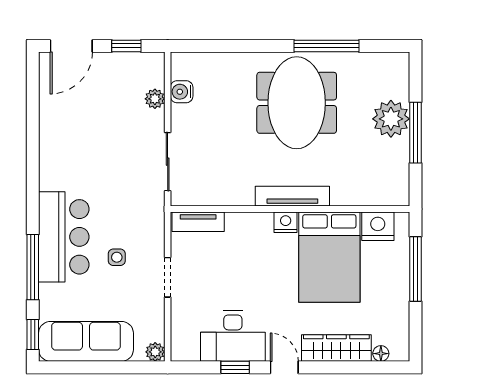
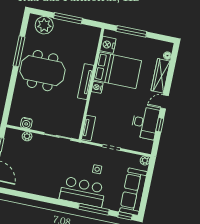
plant: (391, 119) -> (44, 25), moved

